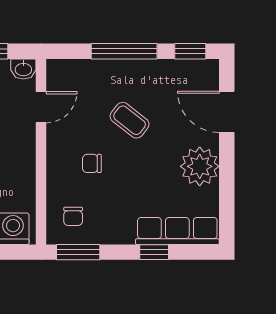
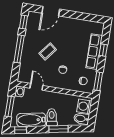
plant: (200, 166) -> (71, 26), removed
row of seats: (177, 231) -> (94, 52), moved

